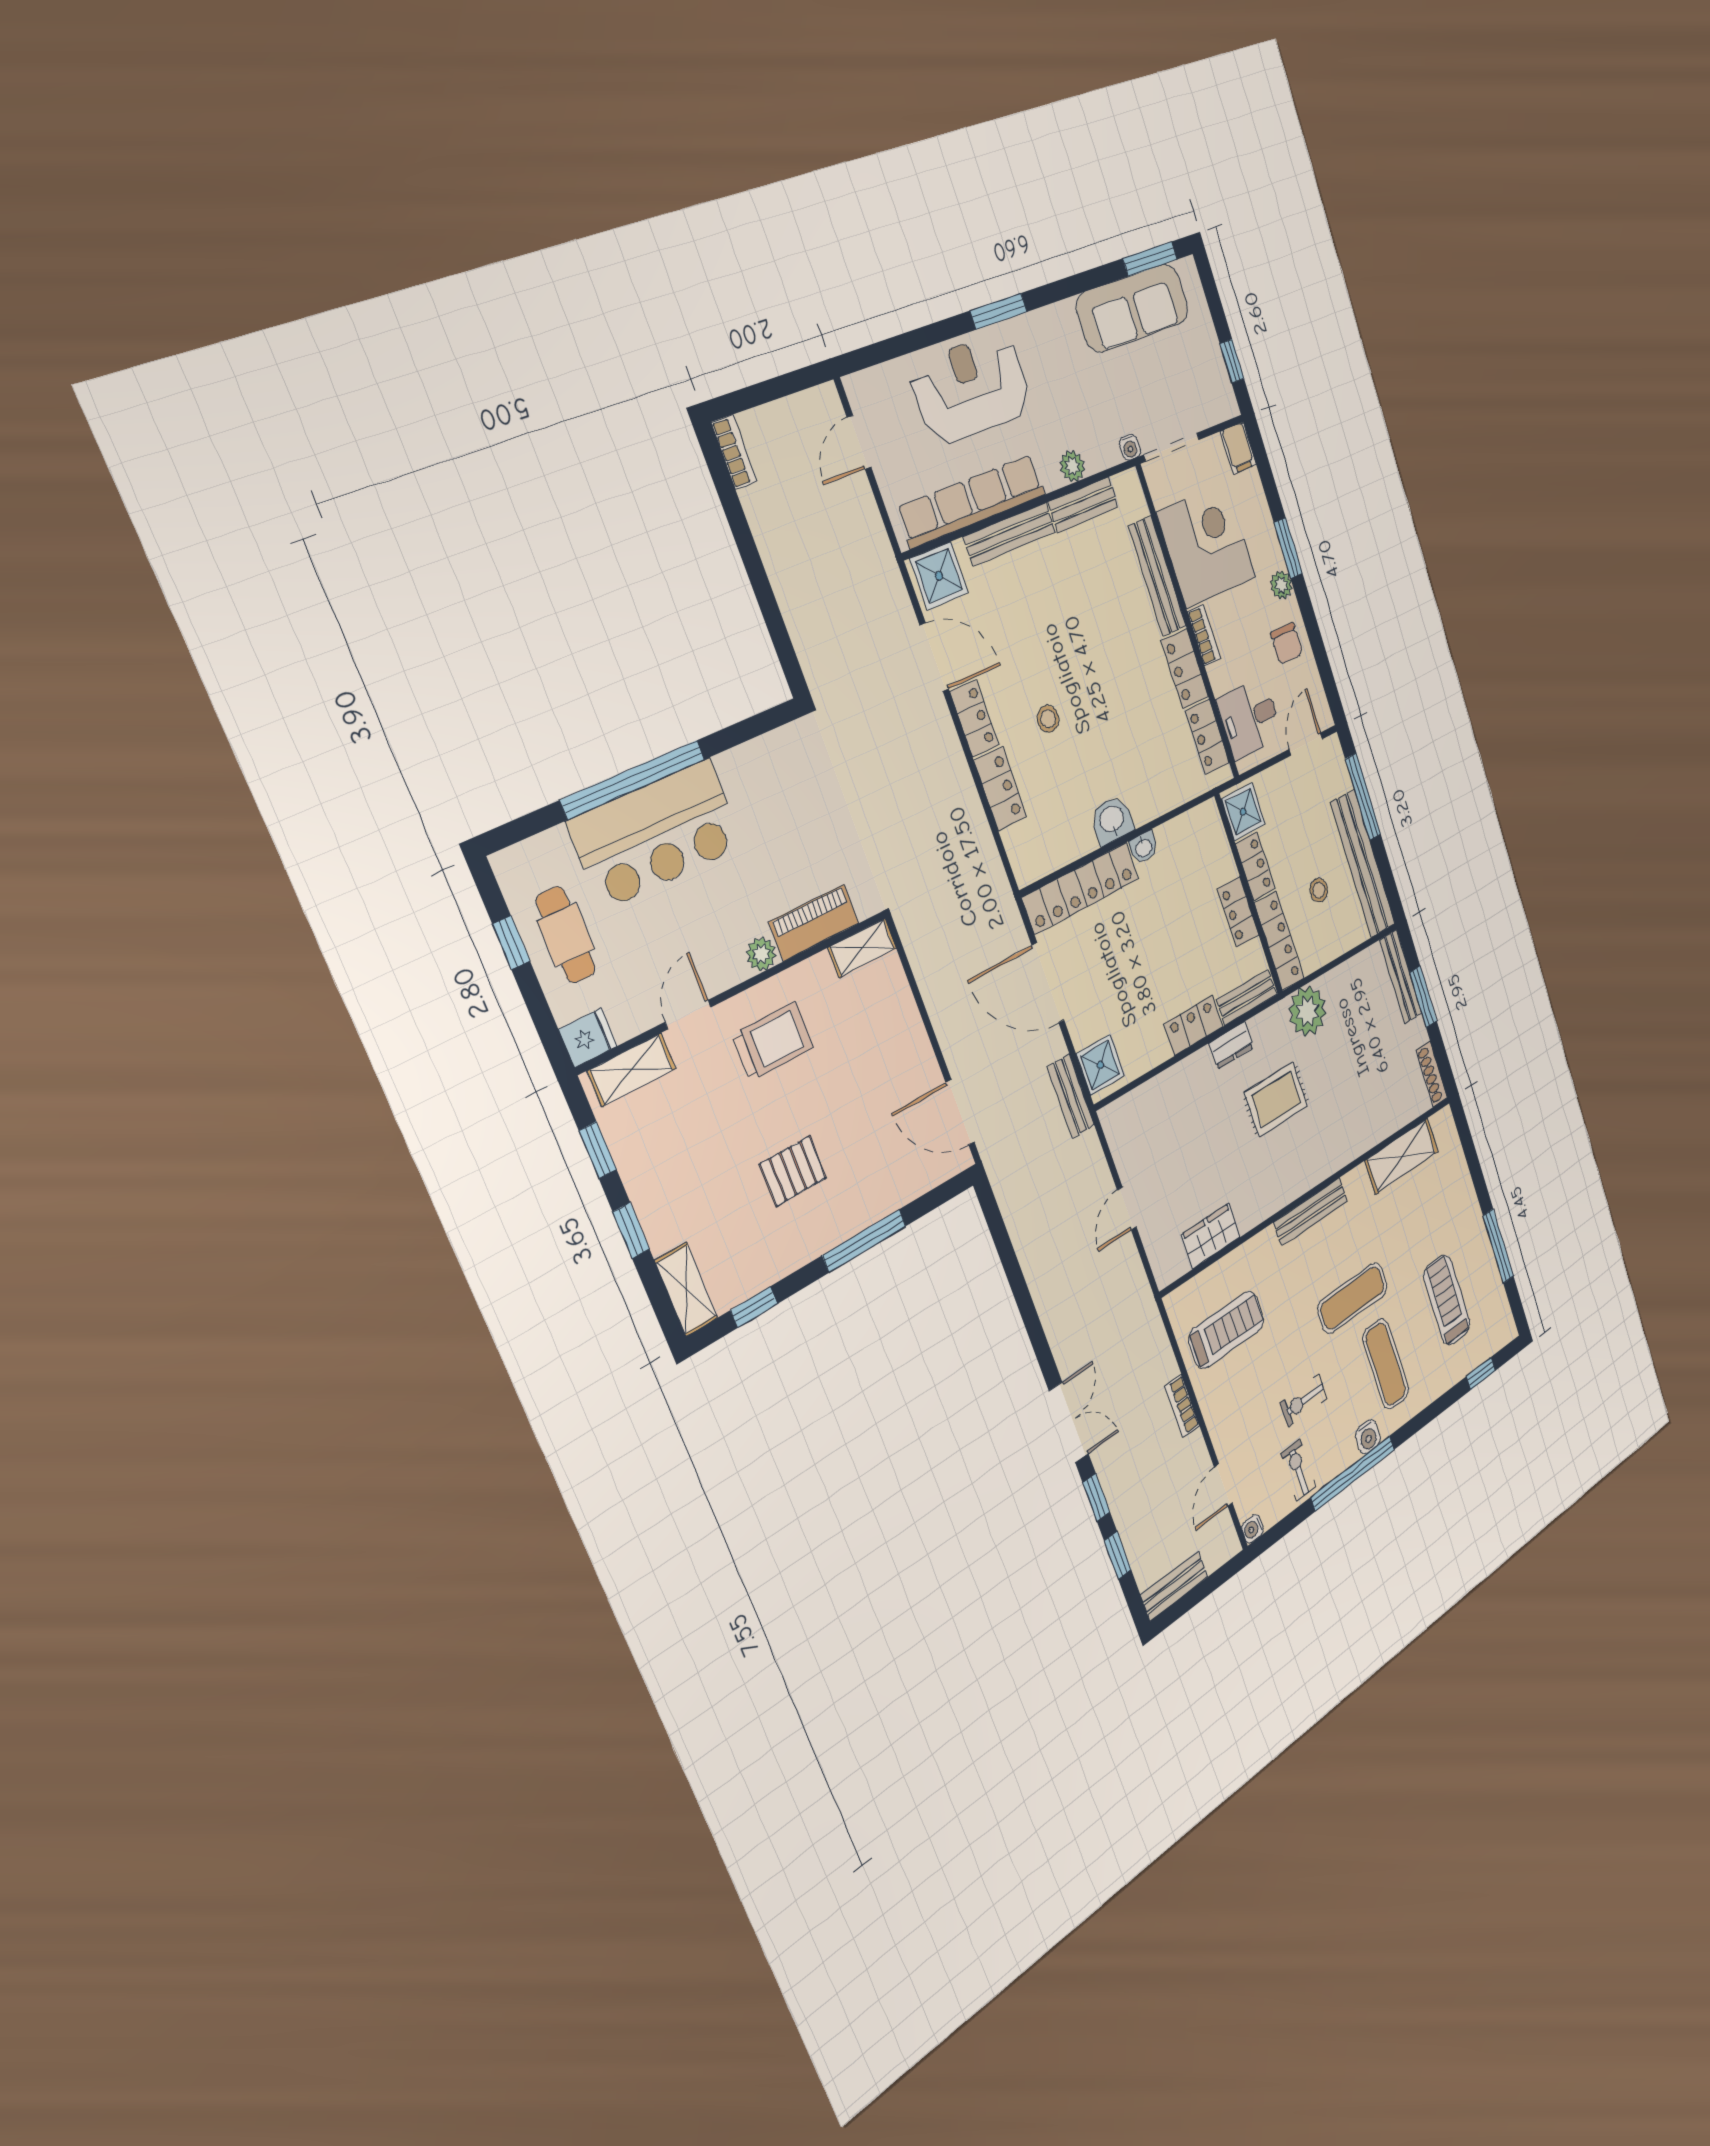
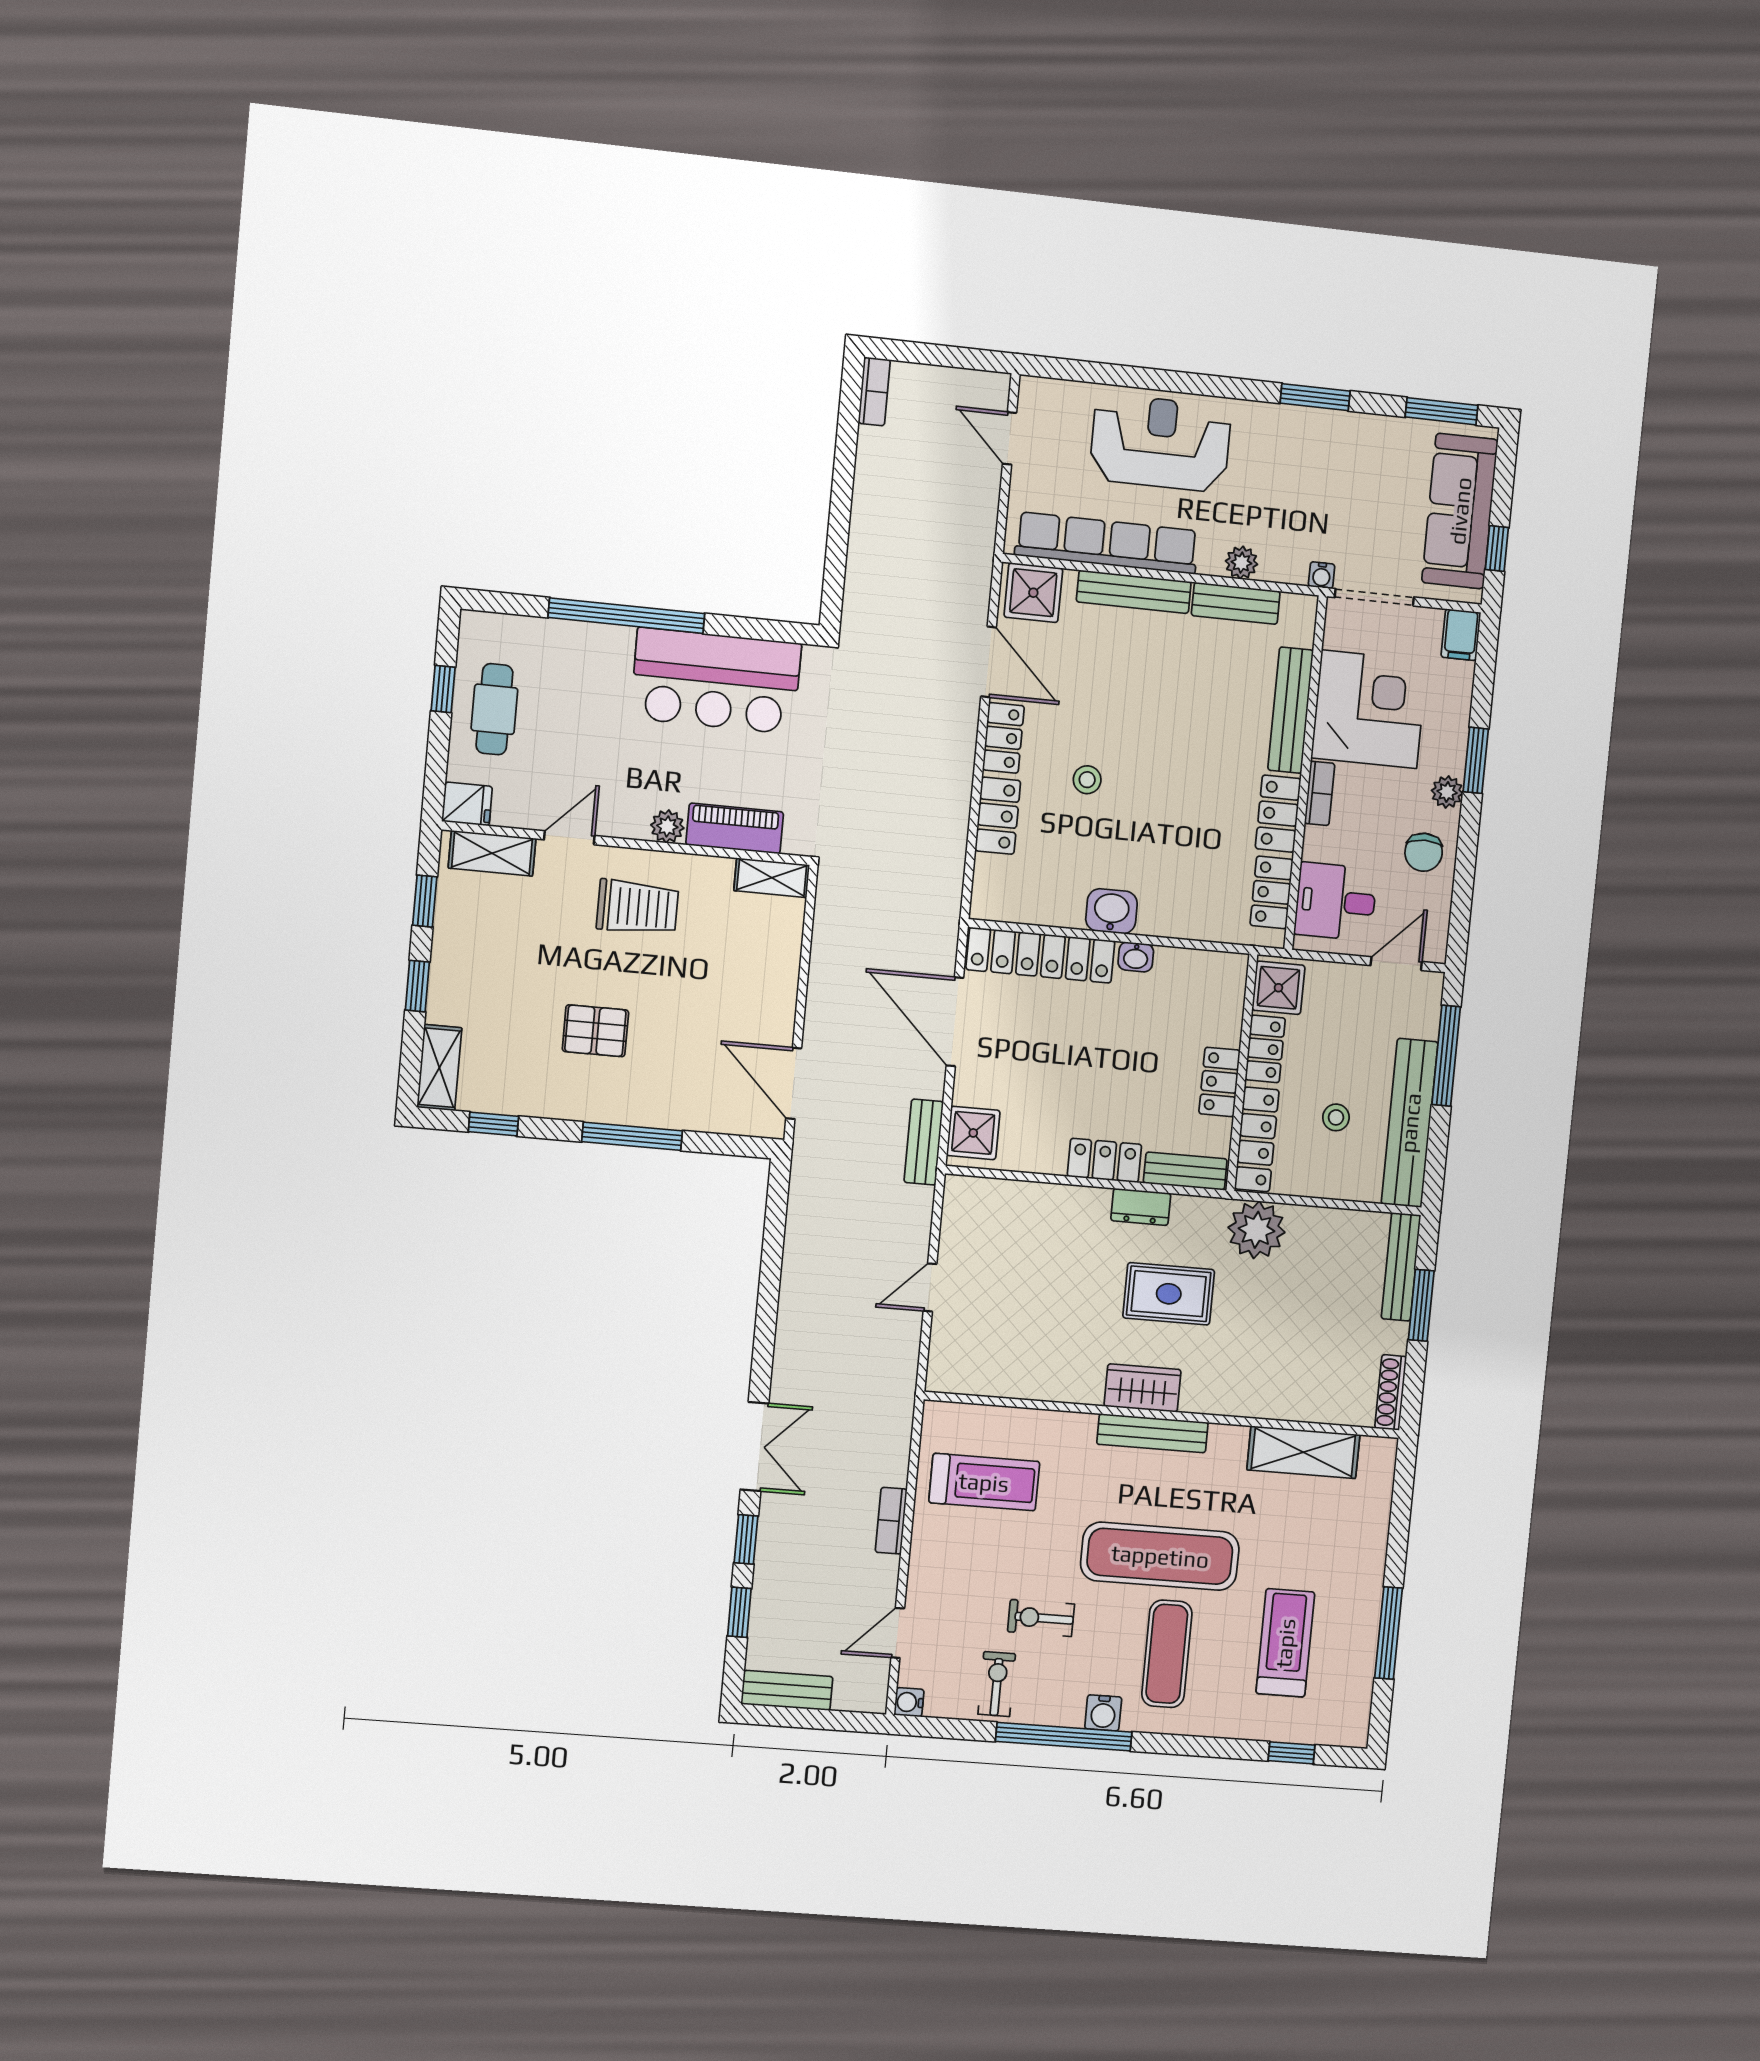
sofa: (1133, 308) -> (1460, 511), moved, turned 90
window: (999, 311) -> (1315, 397), moved
door: (859, 442) -> (1009, 438), hinge flipped
bar counter: (656, 834) -> (716, 681), moved
wardrobe: (1211, 1236) -> (1143, 1388), moved
exercise mat: (1353, 1298) -> (1160, 1556), width x1.36, depth x1.45

